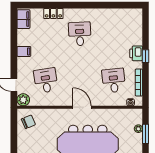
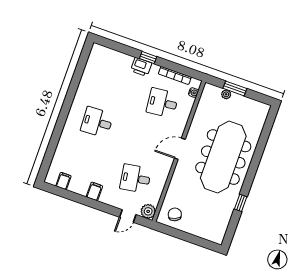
locker: (53, 14) -> (64, 143), removed
filing cabinet: (23, 19) -> (63, 181), width x0.50

